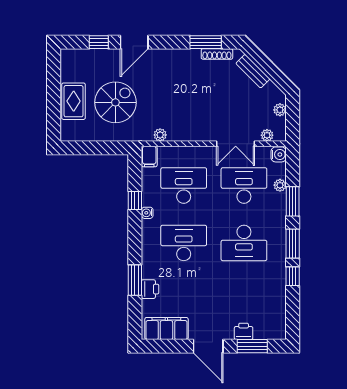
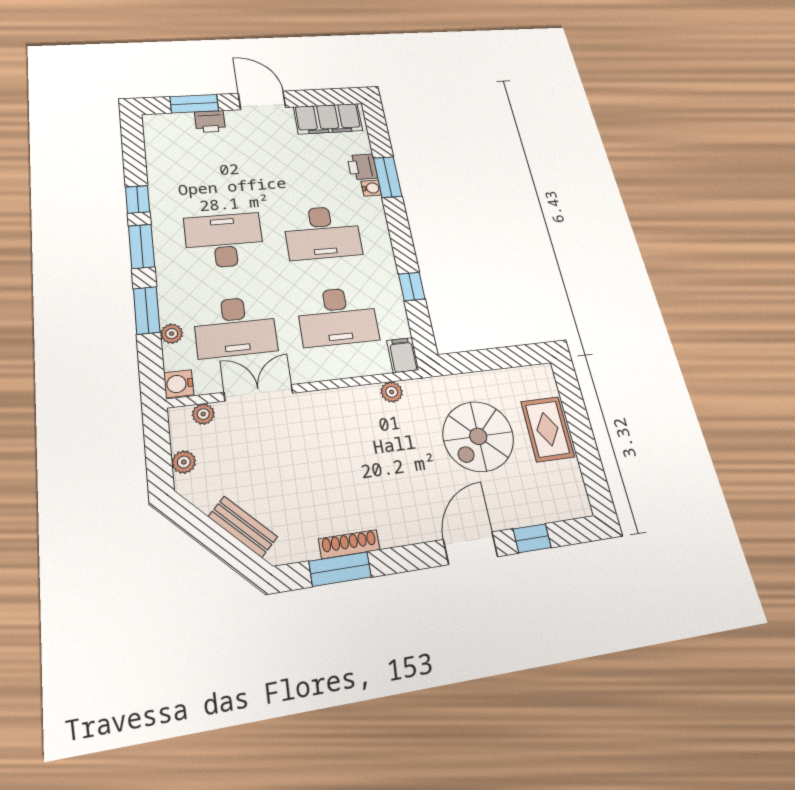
shoe rack: (217, 54) -> (349, 544), moved
water cooler: (147, 213) -> (371, 188), moved

